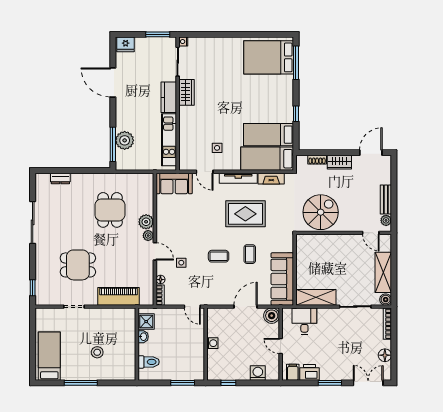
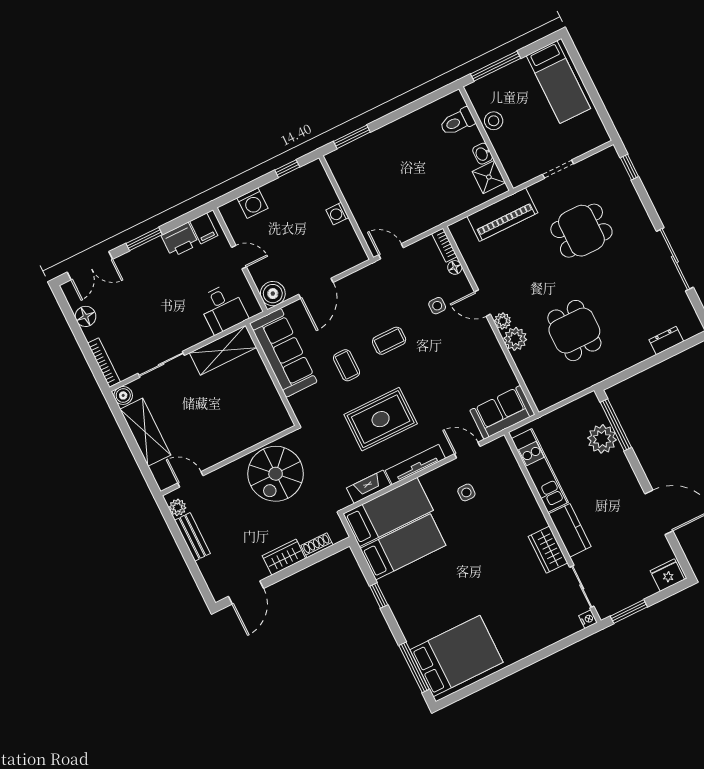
shower: (146, 322) -> (489, 177), moved
washbasin: (143, 337) -> (483, 154), moved
wall: (137, 344) -> (486, 139), moved
toilet: (149, 362) -> (457, 122), moved

